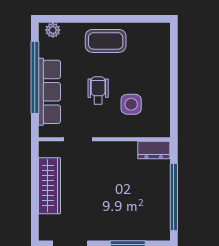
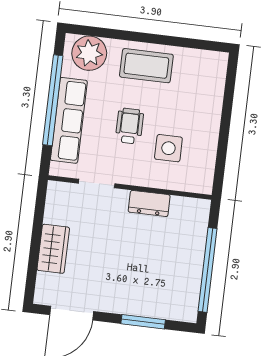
plant: (53, 30) -> (89, 53), width x1.87, depth x1.87
dresser: (154, 150) -> (149, 203), moved
wardrobe: (49, 186) -> (53, 249), width x0.67

